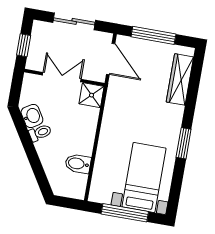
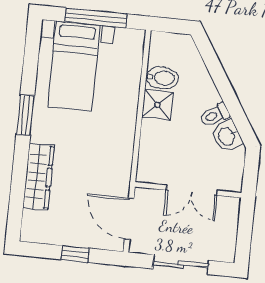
window: (153, 35) -> (75, 254), width x0.46
window: (24, 45) -> (245, 228), removed
wardrobe: (180, 79) -> (38, 177), moved
shower: (91, 95) -> (157, 105), moved

